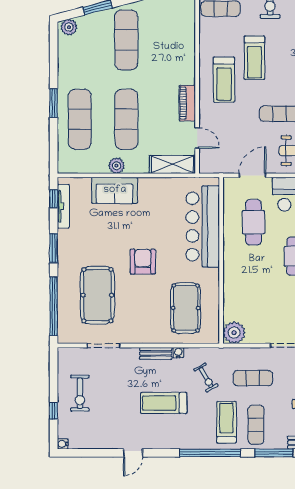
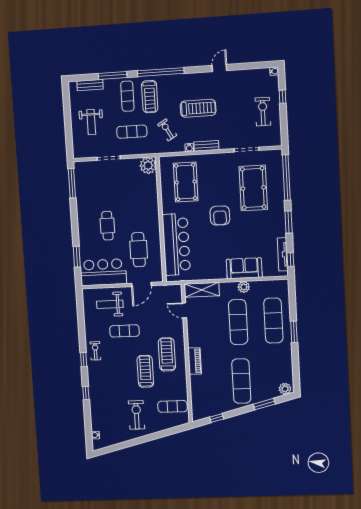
piano: (187, 103) -> (195, 361), moved

